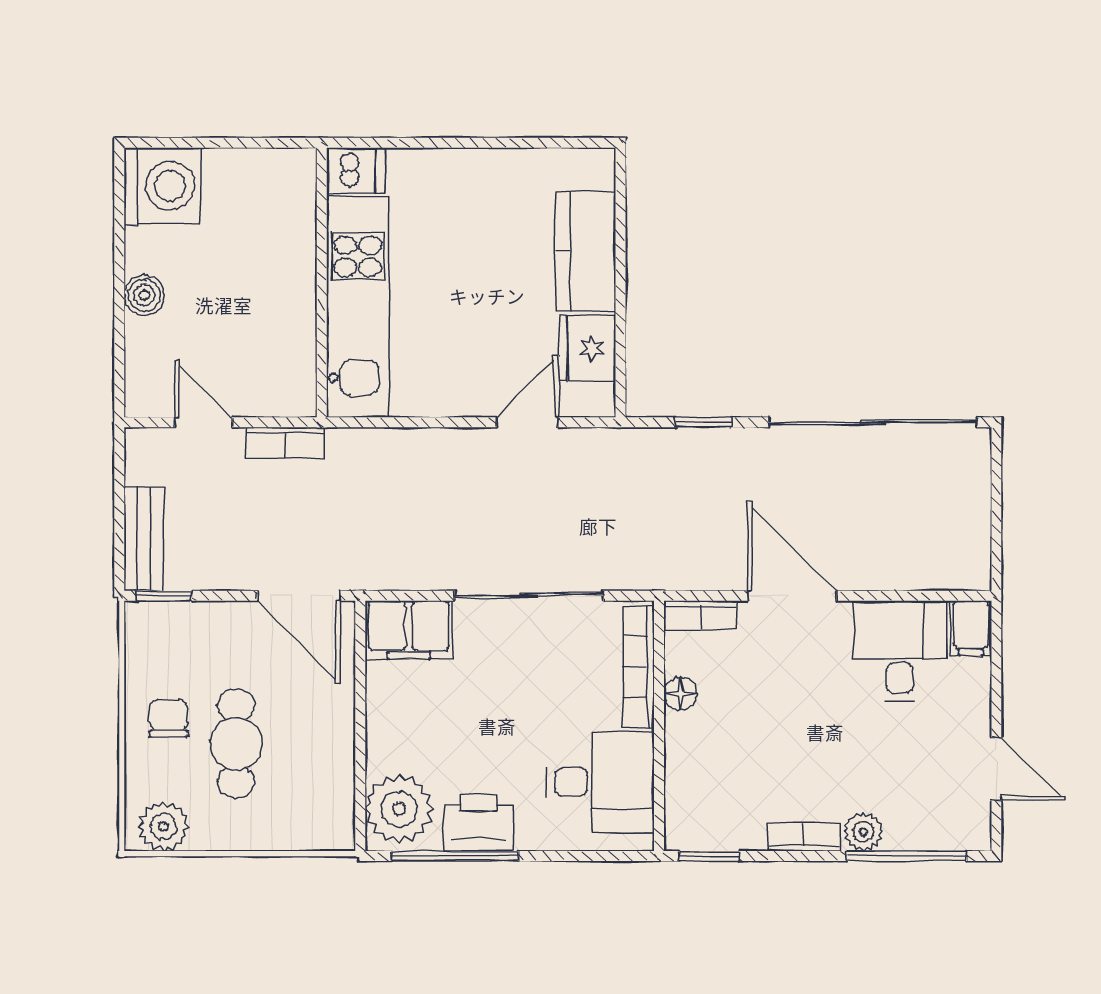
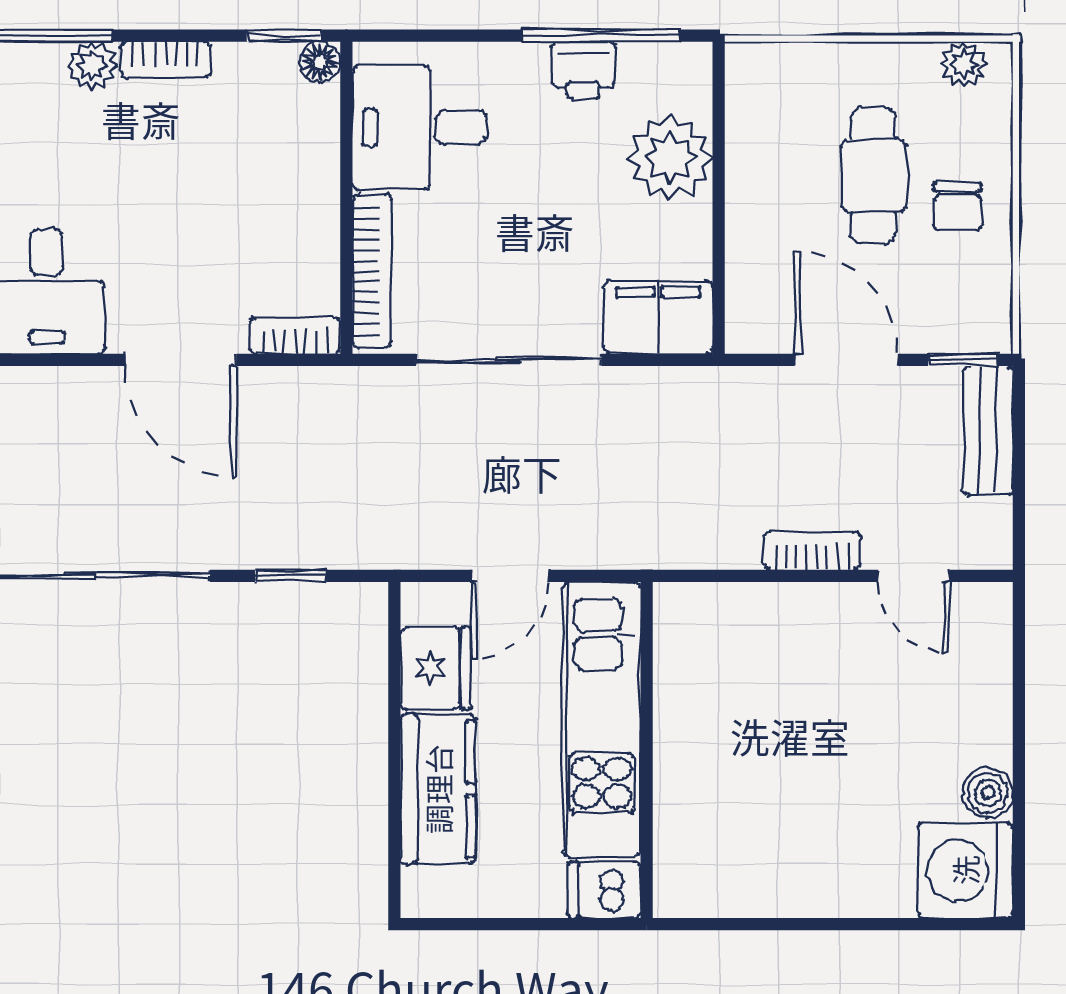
dishwasher: (356, 170) -> (604, 890), moved
wall: (322, 283) -> (647, 750), moved
boiler: (144, 295) -> (988, 793), moved
kitchen unit: (358, 307) -> (602, 719), moved
door: (299, 596) -> (846, 360), moved
floor lamp: (680, 694) -> (320, 62), moved
plant: (399, 809) -> (670, 158), moved
printer: (478, 822) -> (583, 70), width x0.73, depth x0.81
plant: (164, 826) -> (964, 64), width x0.73, depth x0.73

